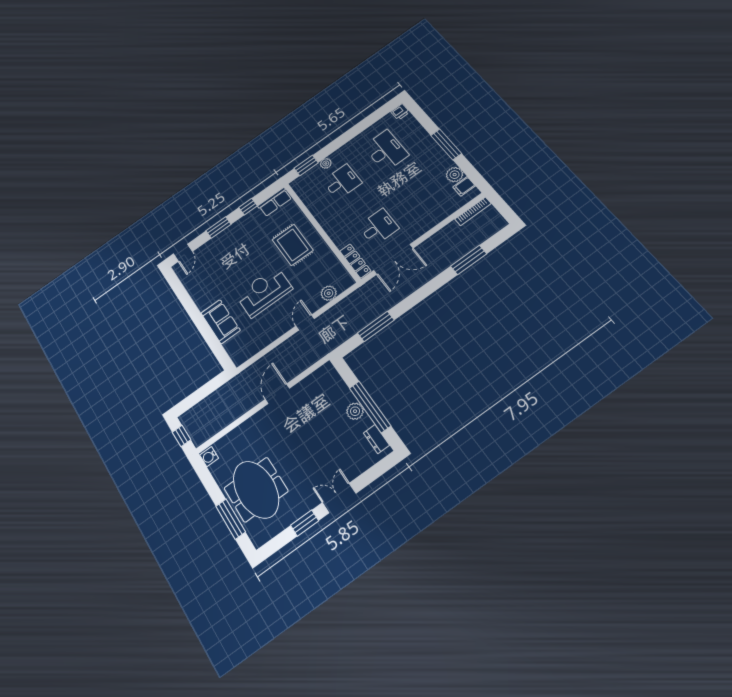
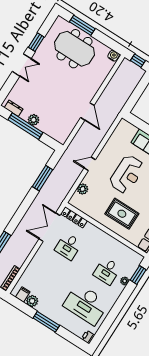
desk: (386, 151) -> (86, 304), width x1.36, depth x1.30
door: (305, 322) -> (90, 164), swing flipped

